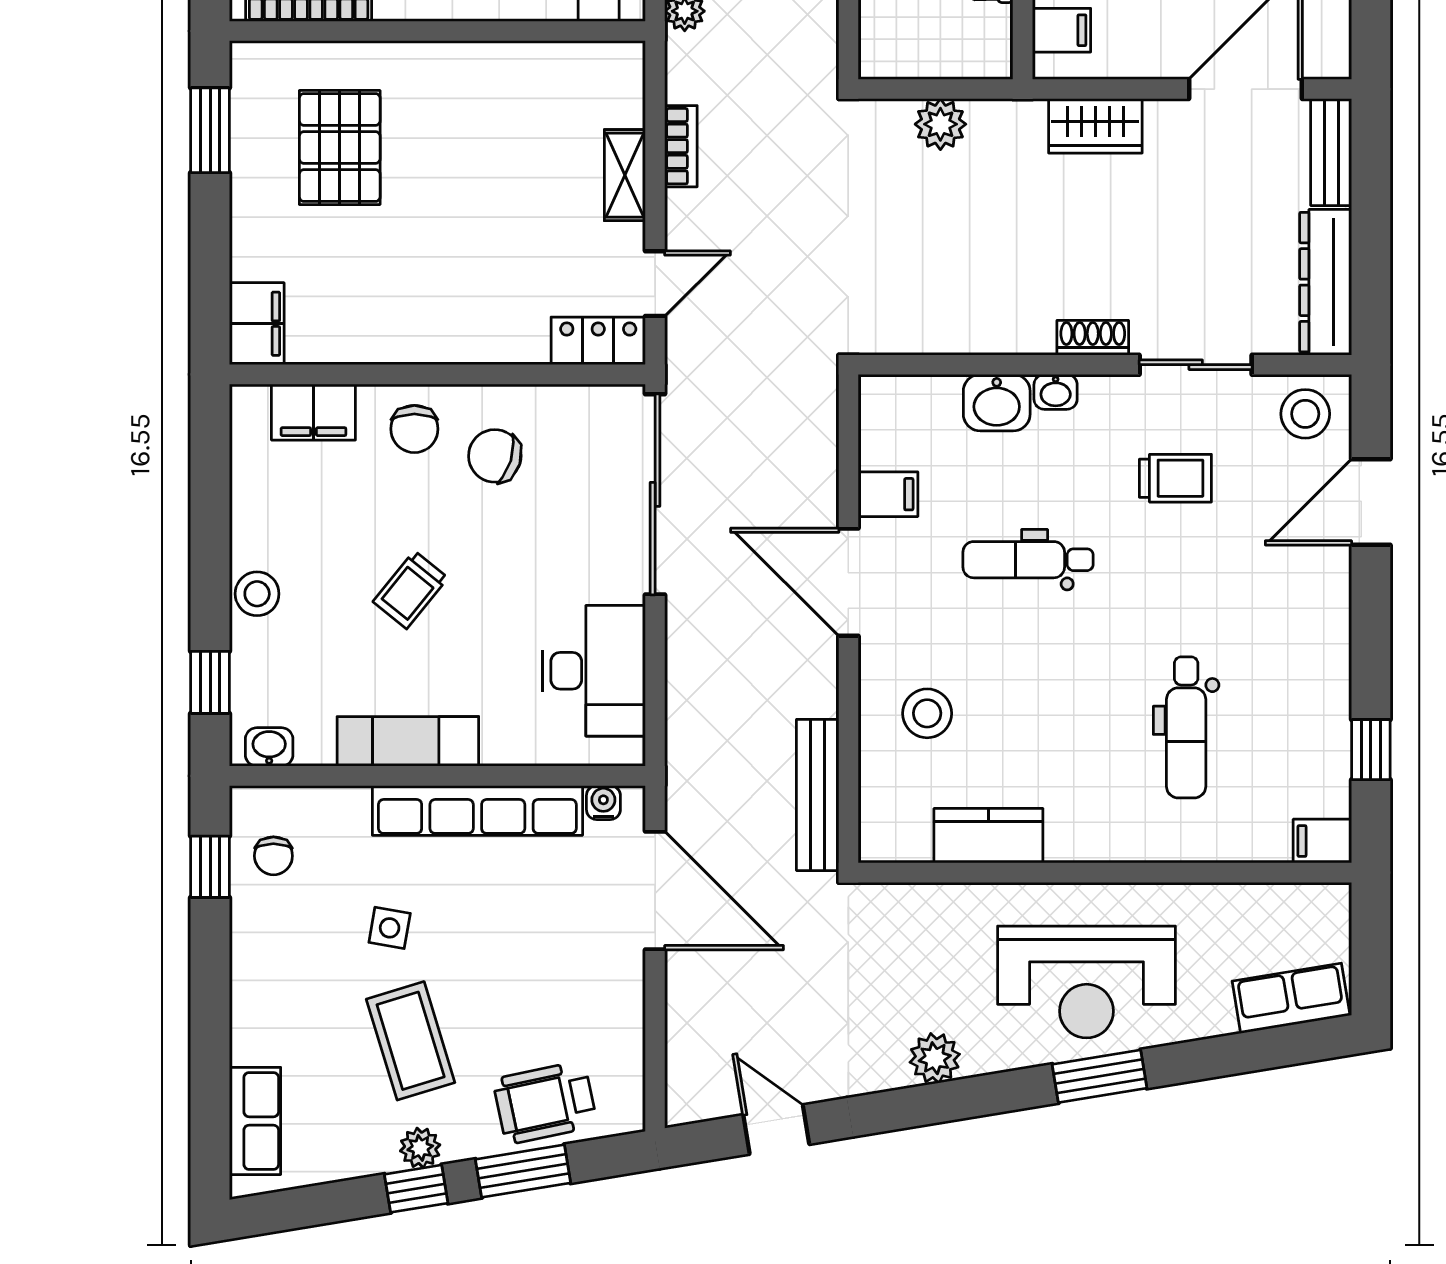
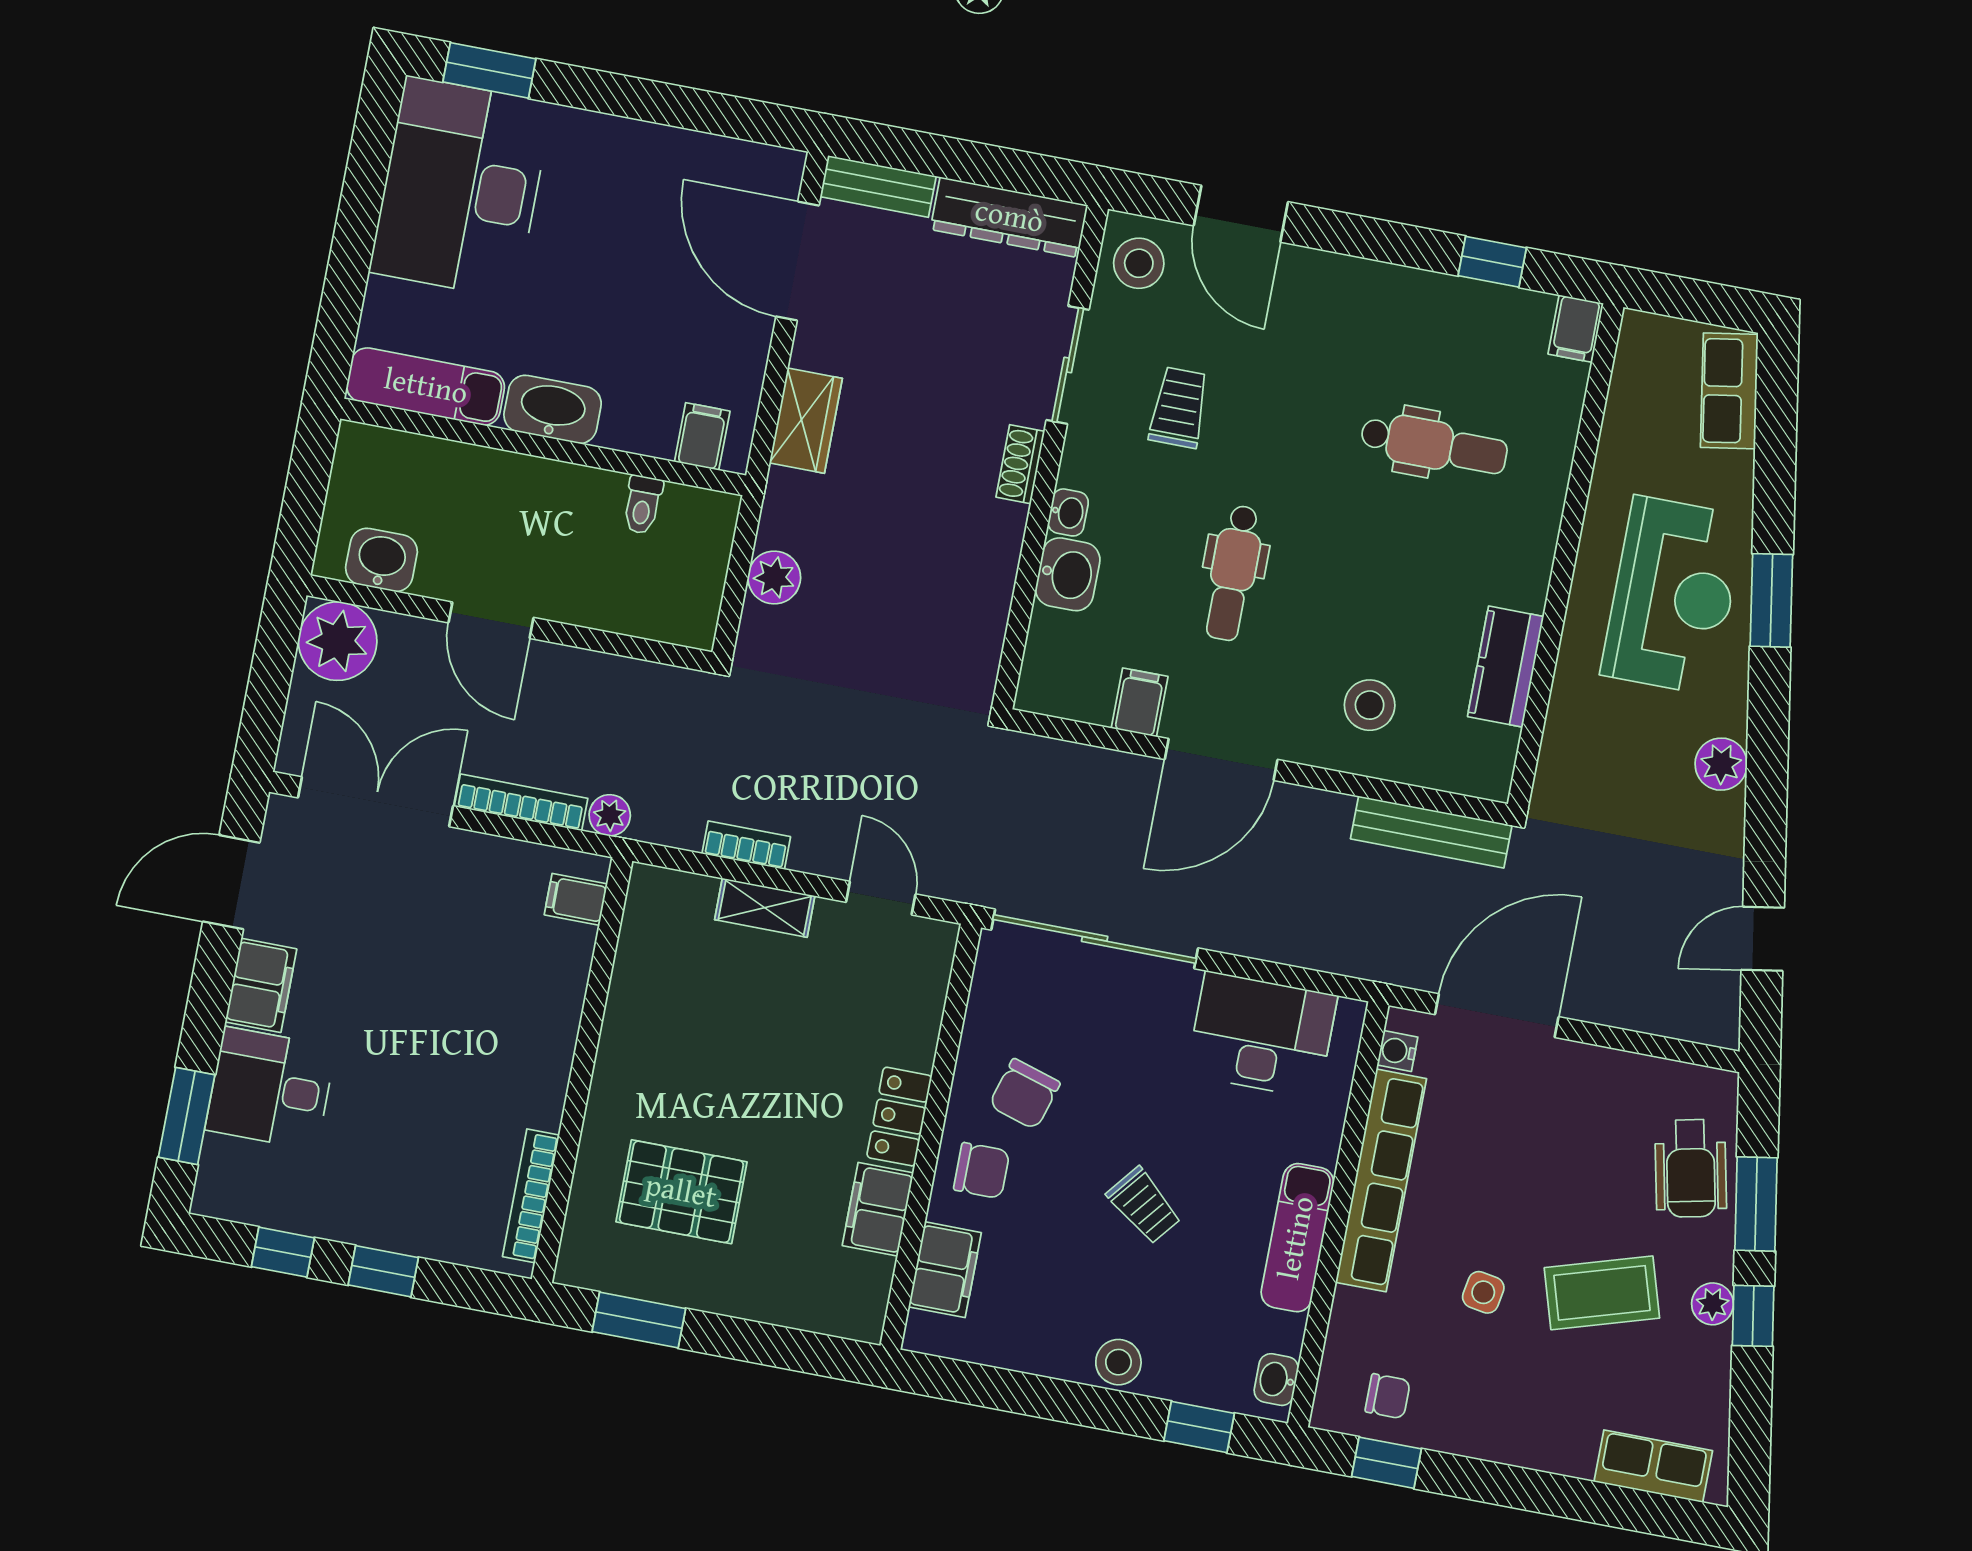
filing cabinet: (257, 324) -> (878, 1209), moved, turned -90
locker: (598, 341) -> (899, 1117), moved

